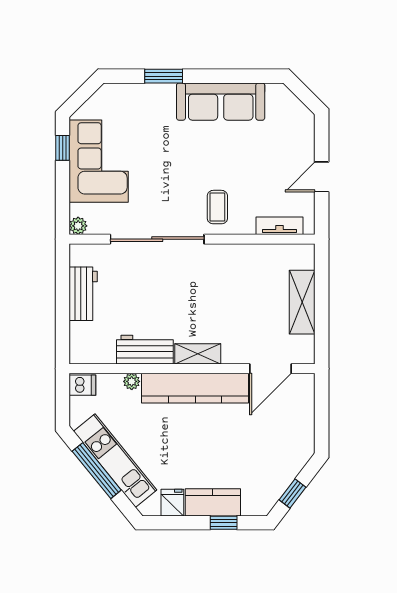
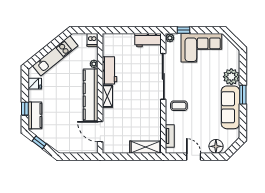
window: (164, 76) -> (243, 95), moved
plant: (158, 100) -> (231, 77), added
floor lamp: (301, 131) -> (216, 146), added
window: (63, 148) -> (183, 30), moved
workbench: (83, 294) -> (148, 40), moved
shelving: (302, 302) -> (146, 147), moved
window: (97, 471) -> (50, 47), removed
kitchen counter: (213, 502) -> (35, 115), moved

